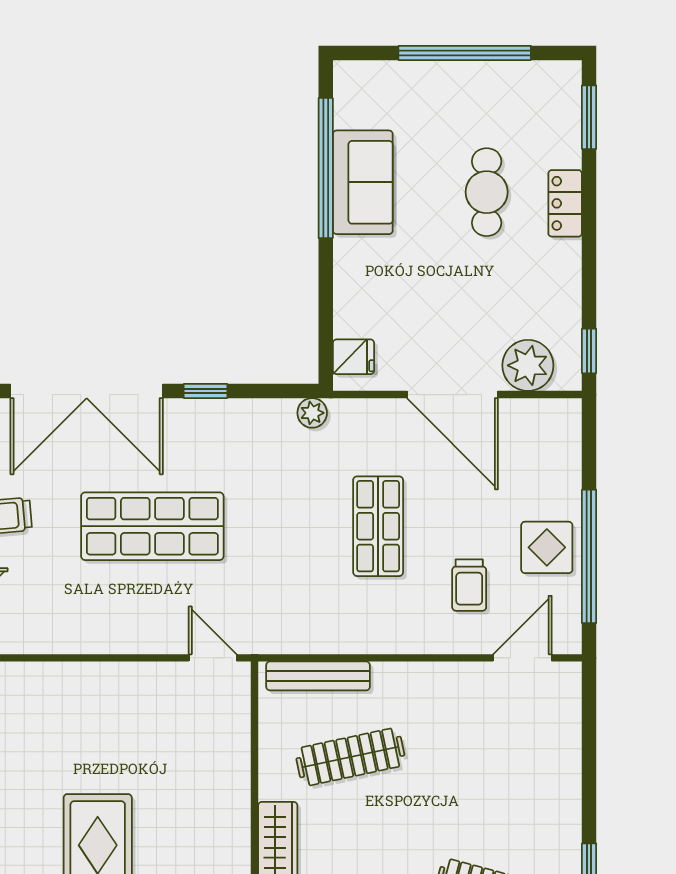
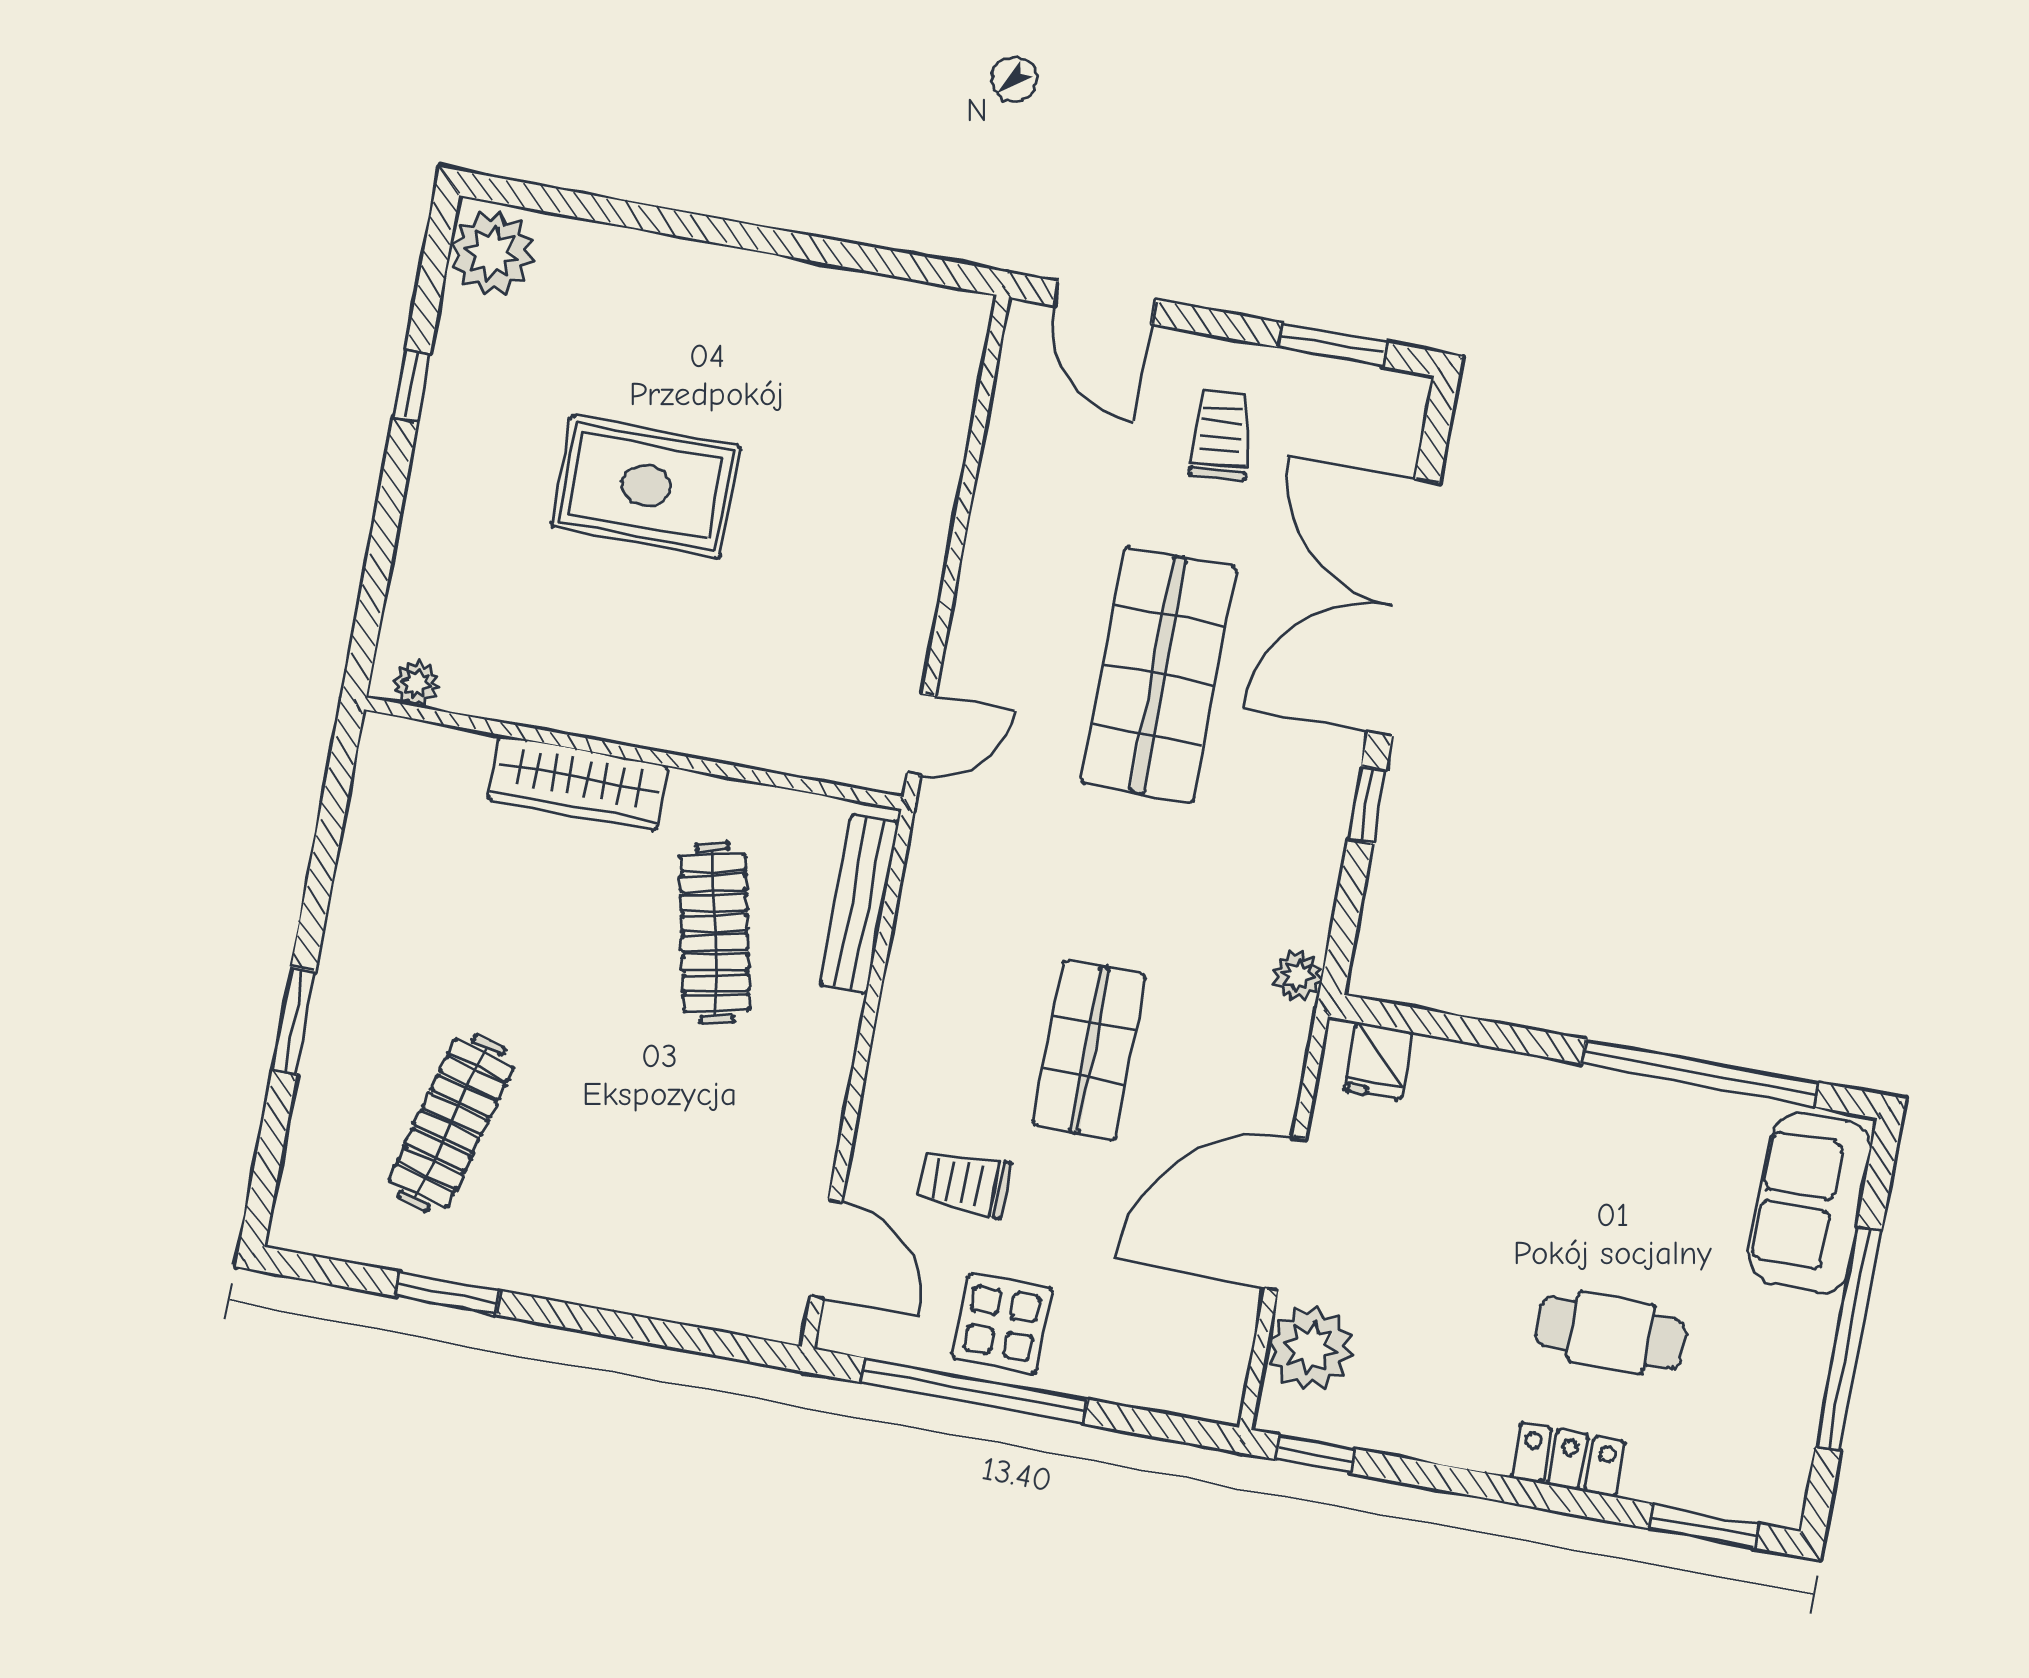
sofa: (363, 182) -> (1810, 1203), moved, turned 90
shop shelf: (378, 526) -> (1089, 1050), turned 90

